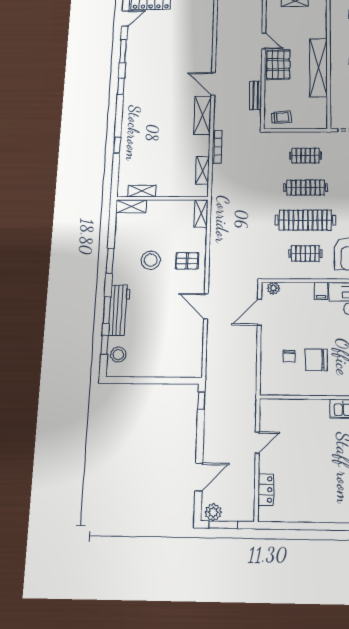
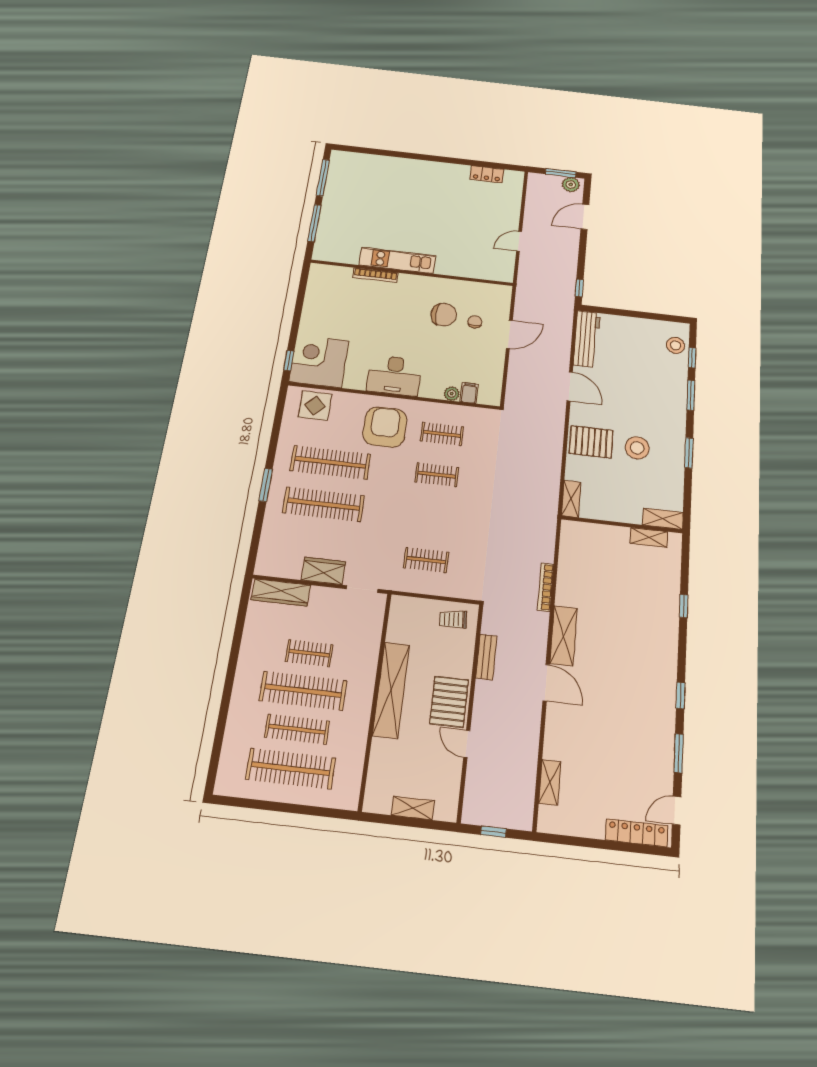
shelving: (202, 170) -> (550, 782), moved
clothes rail: (306, 188) -> (432, 517), removed
clothes rail: (305, 220) -> (437, 475), width x0.54, depth x0.76
pallet: (187, 261) -> (591, 442), width x1.50, depth x1.42
plant: (273, 288) -> (452, 394), moved
filing cabinet: (321, 291) -> (469, 393), moved
workbench: (119, 310) -> (587, 339), moved, turned 180
door: (259, 312) -> (509, 334), moved
locker: (266, 490) -> (487, 174), moved, turned -90

